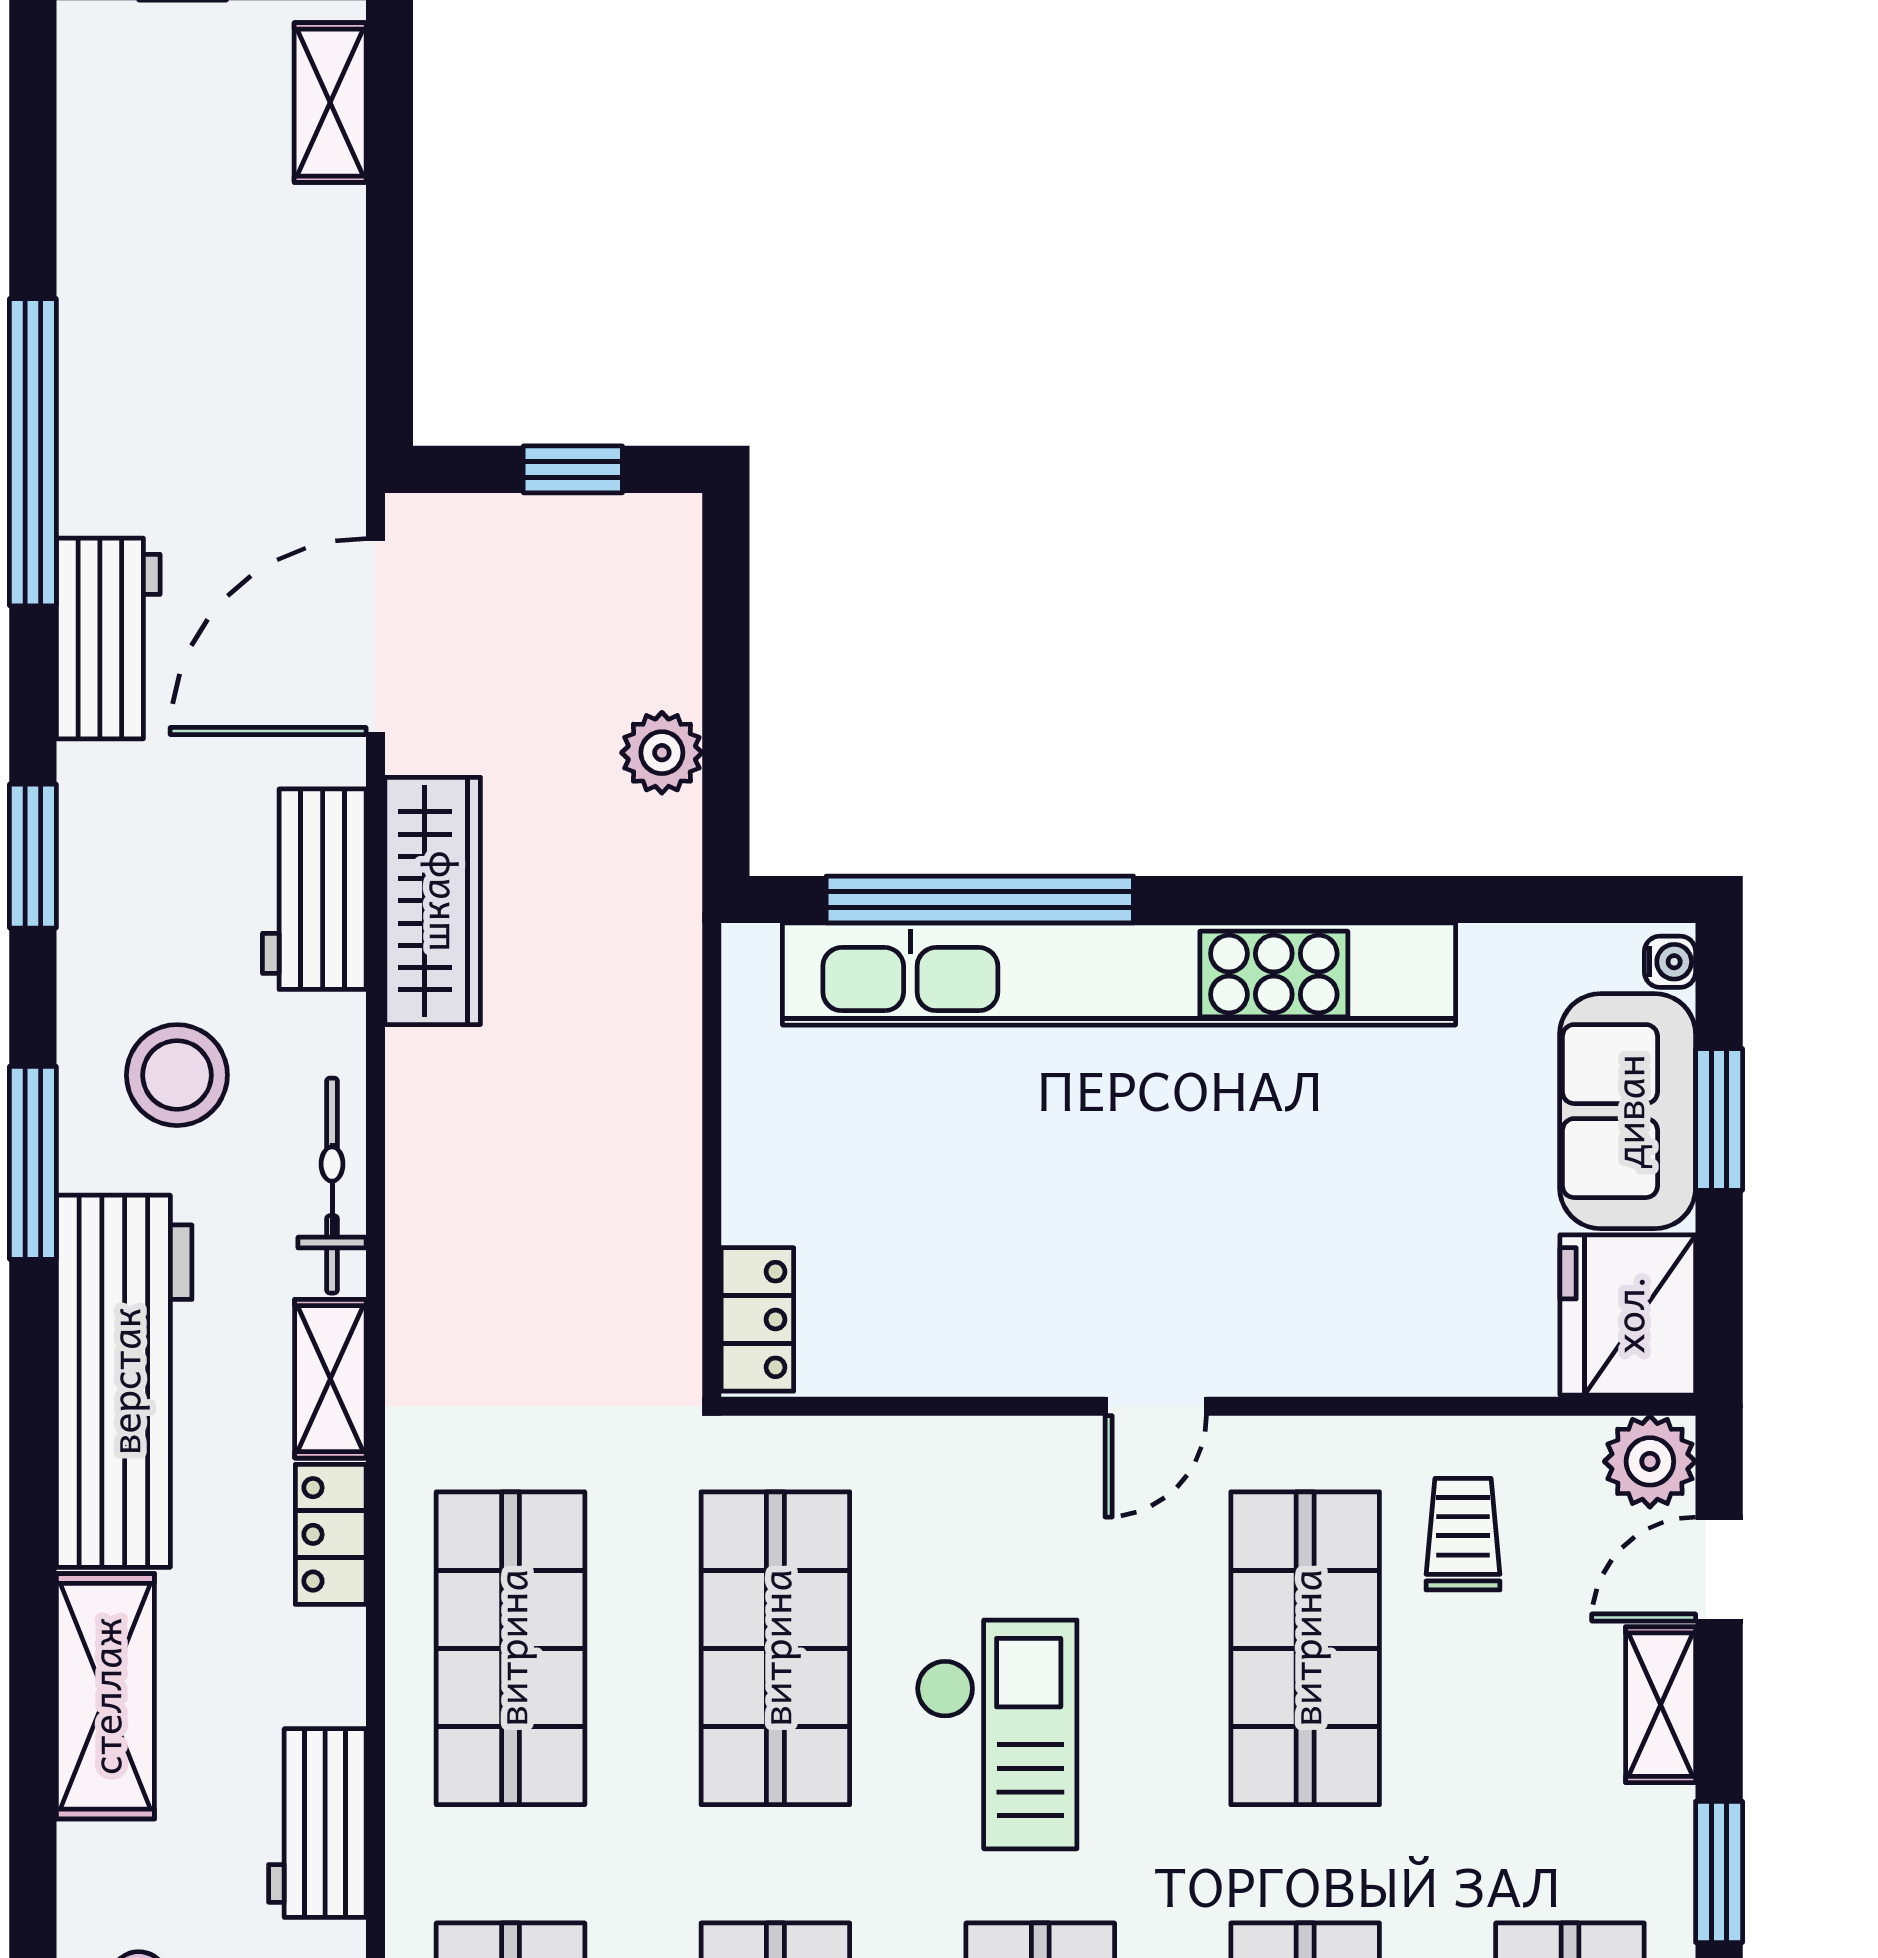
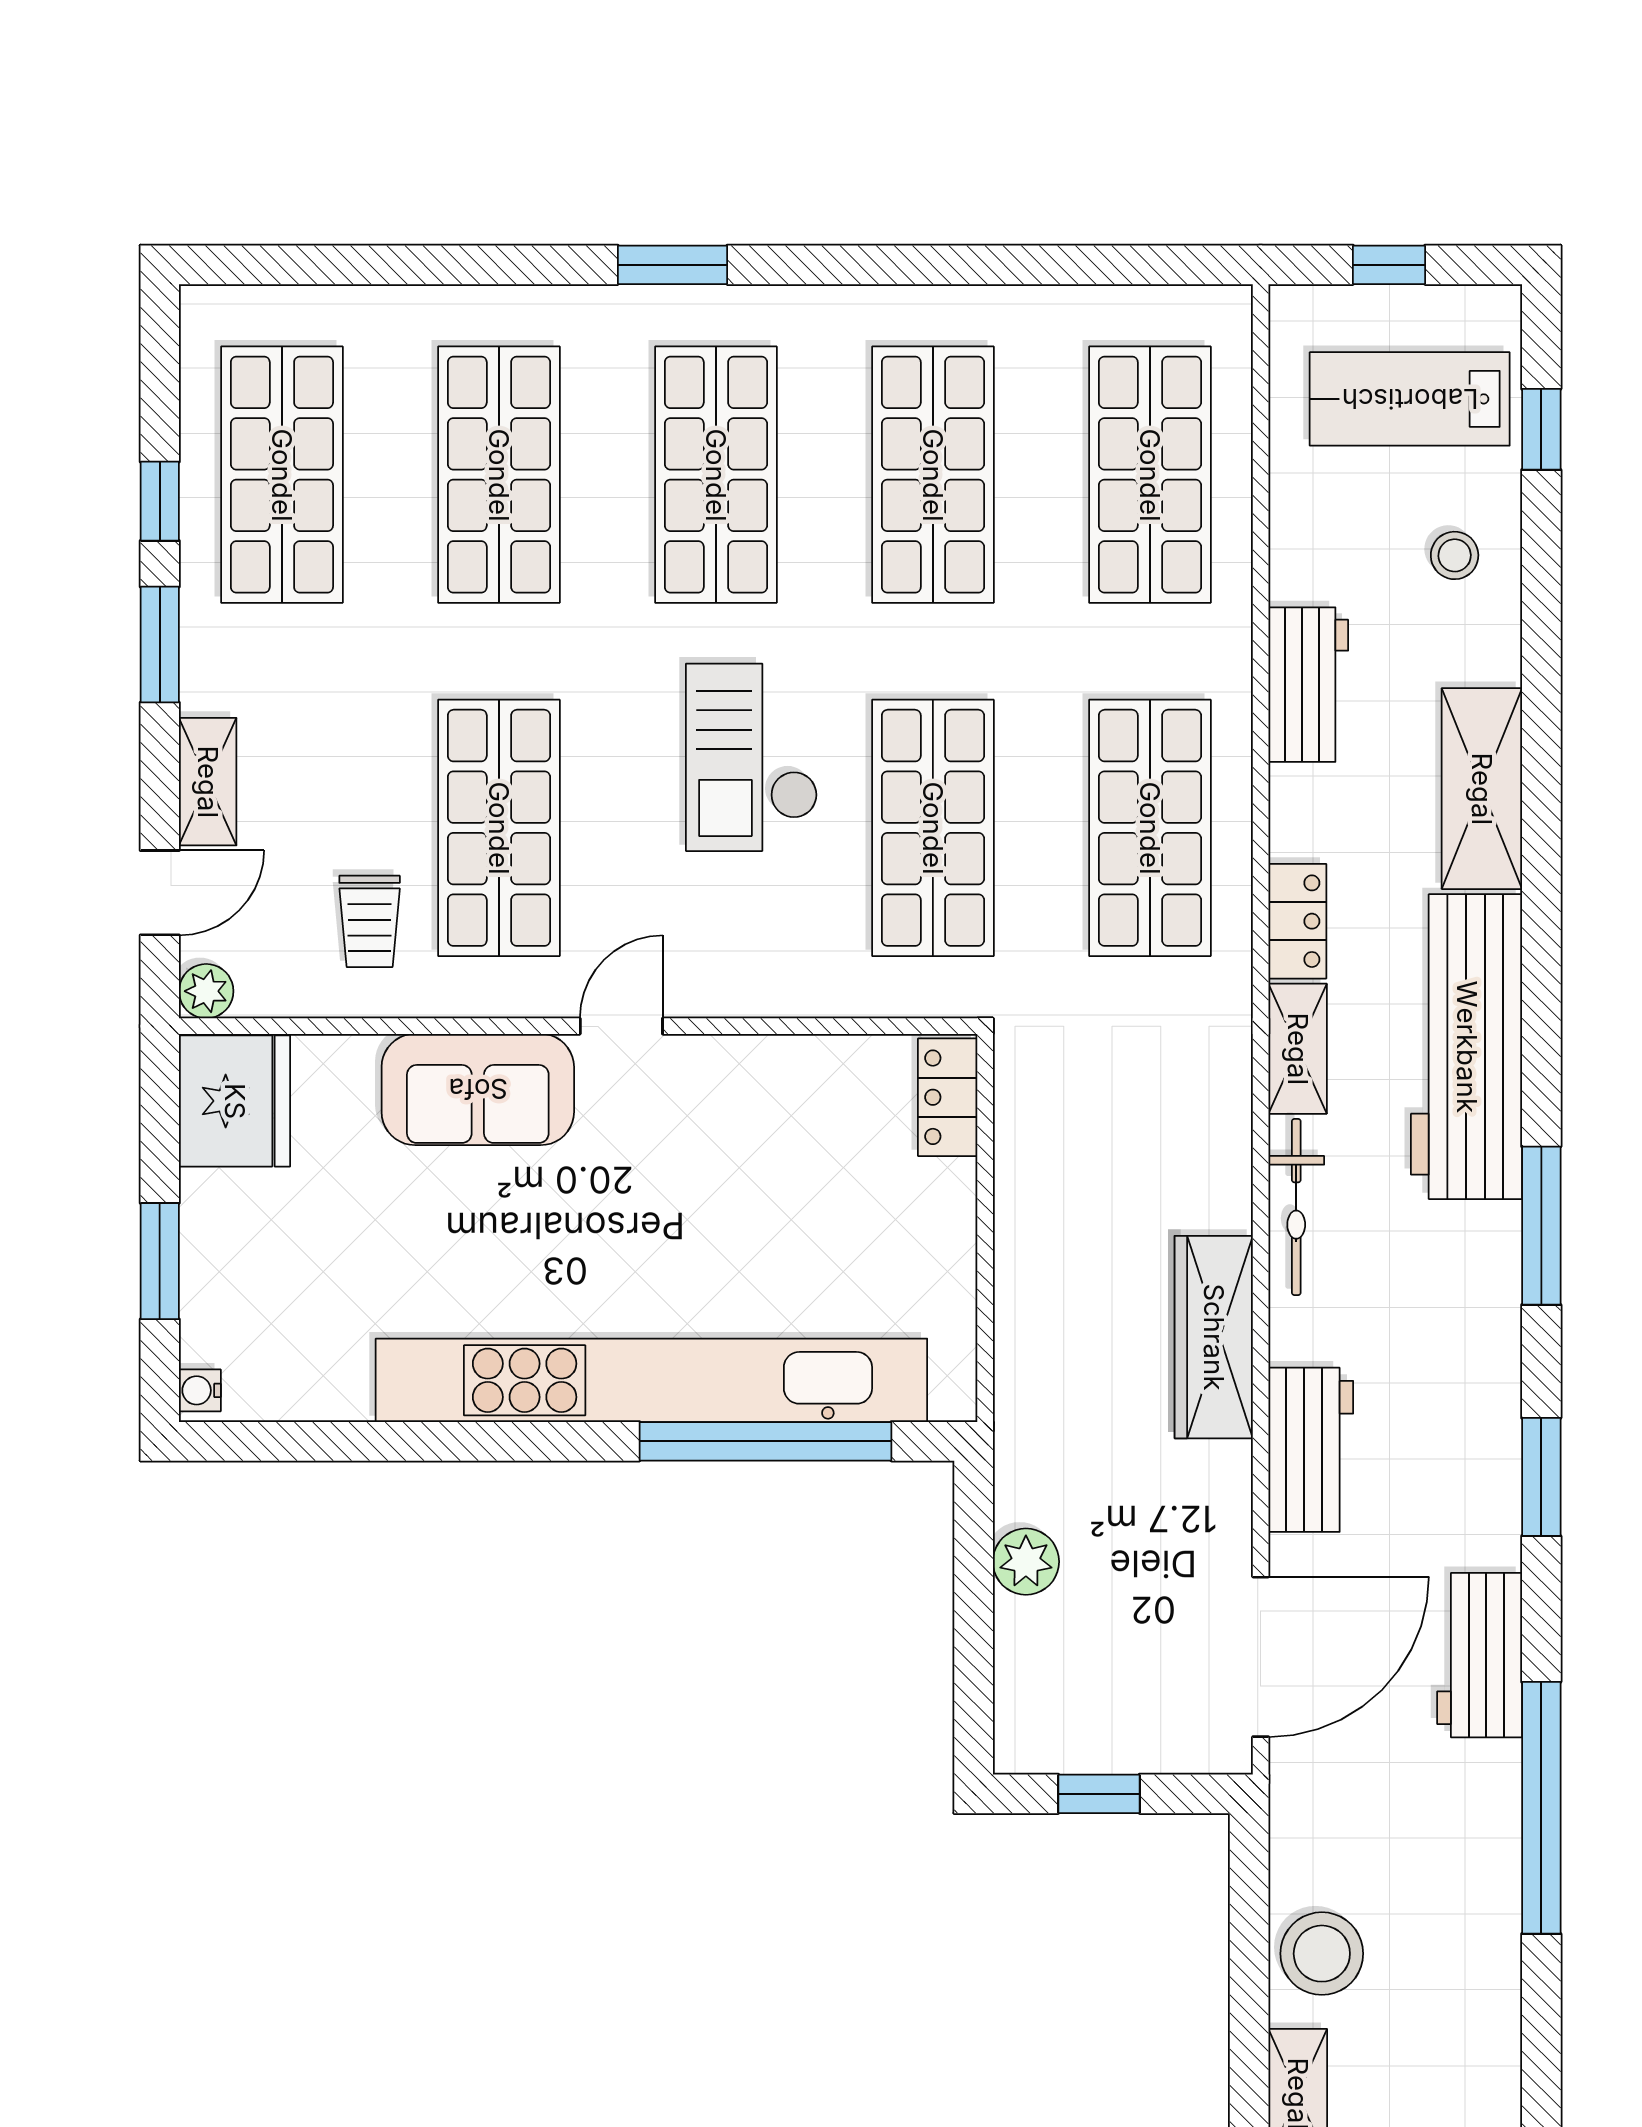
wardrobe: (433, 901) -> (1214, 1337), moved
stool: (177, 1075) -> (1322, 1954), moved
sofa: (1628, 1111) -> (478, 1089), moved, turned 90
plant: (1650, 1461) -> (206, 991), width x0.73, depth x0.73

